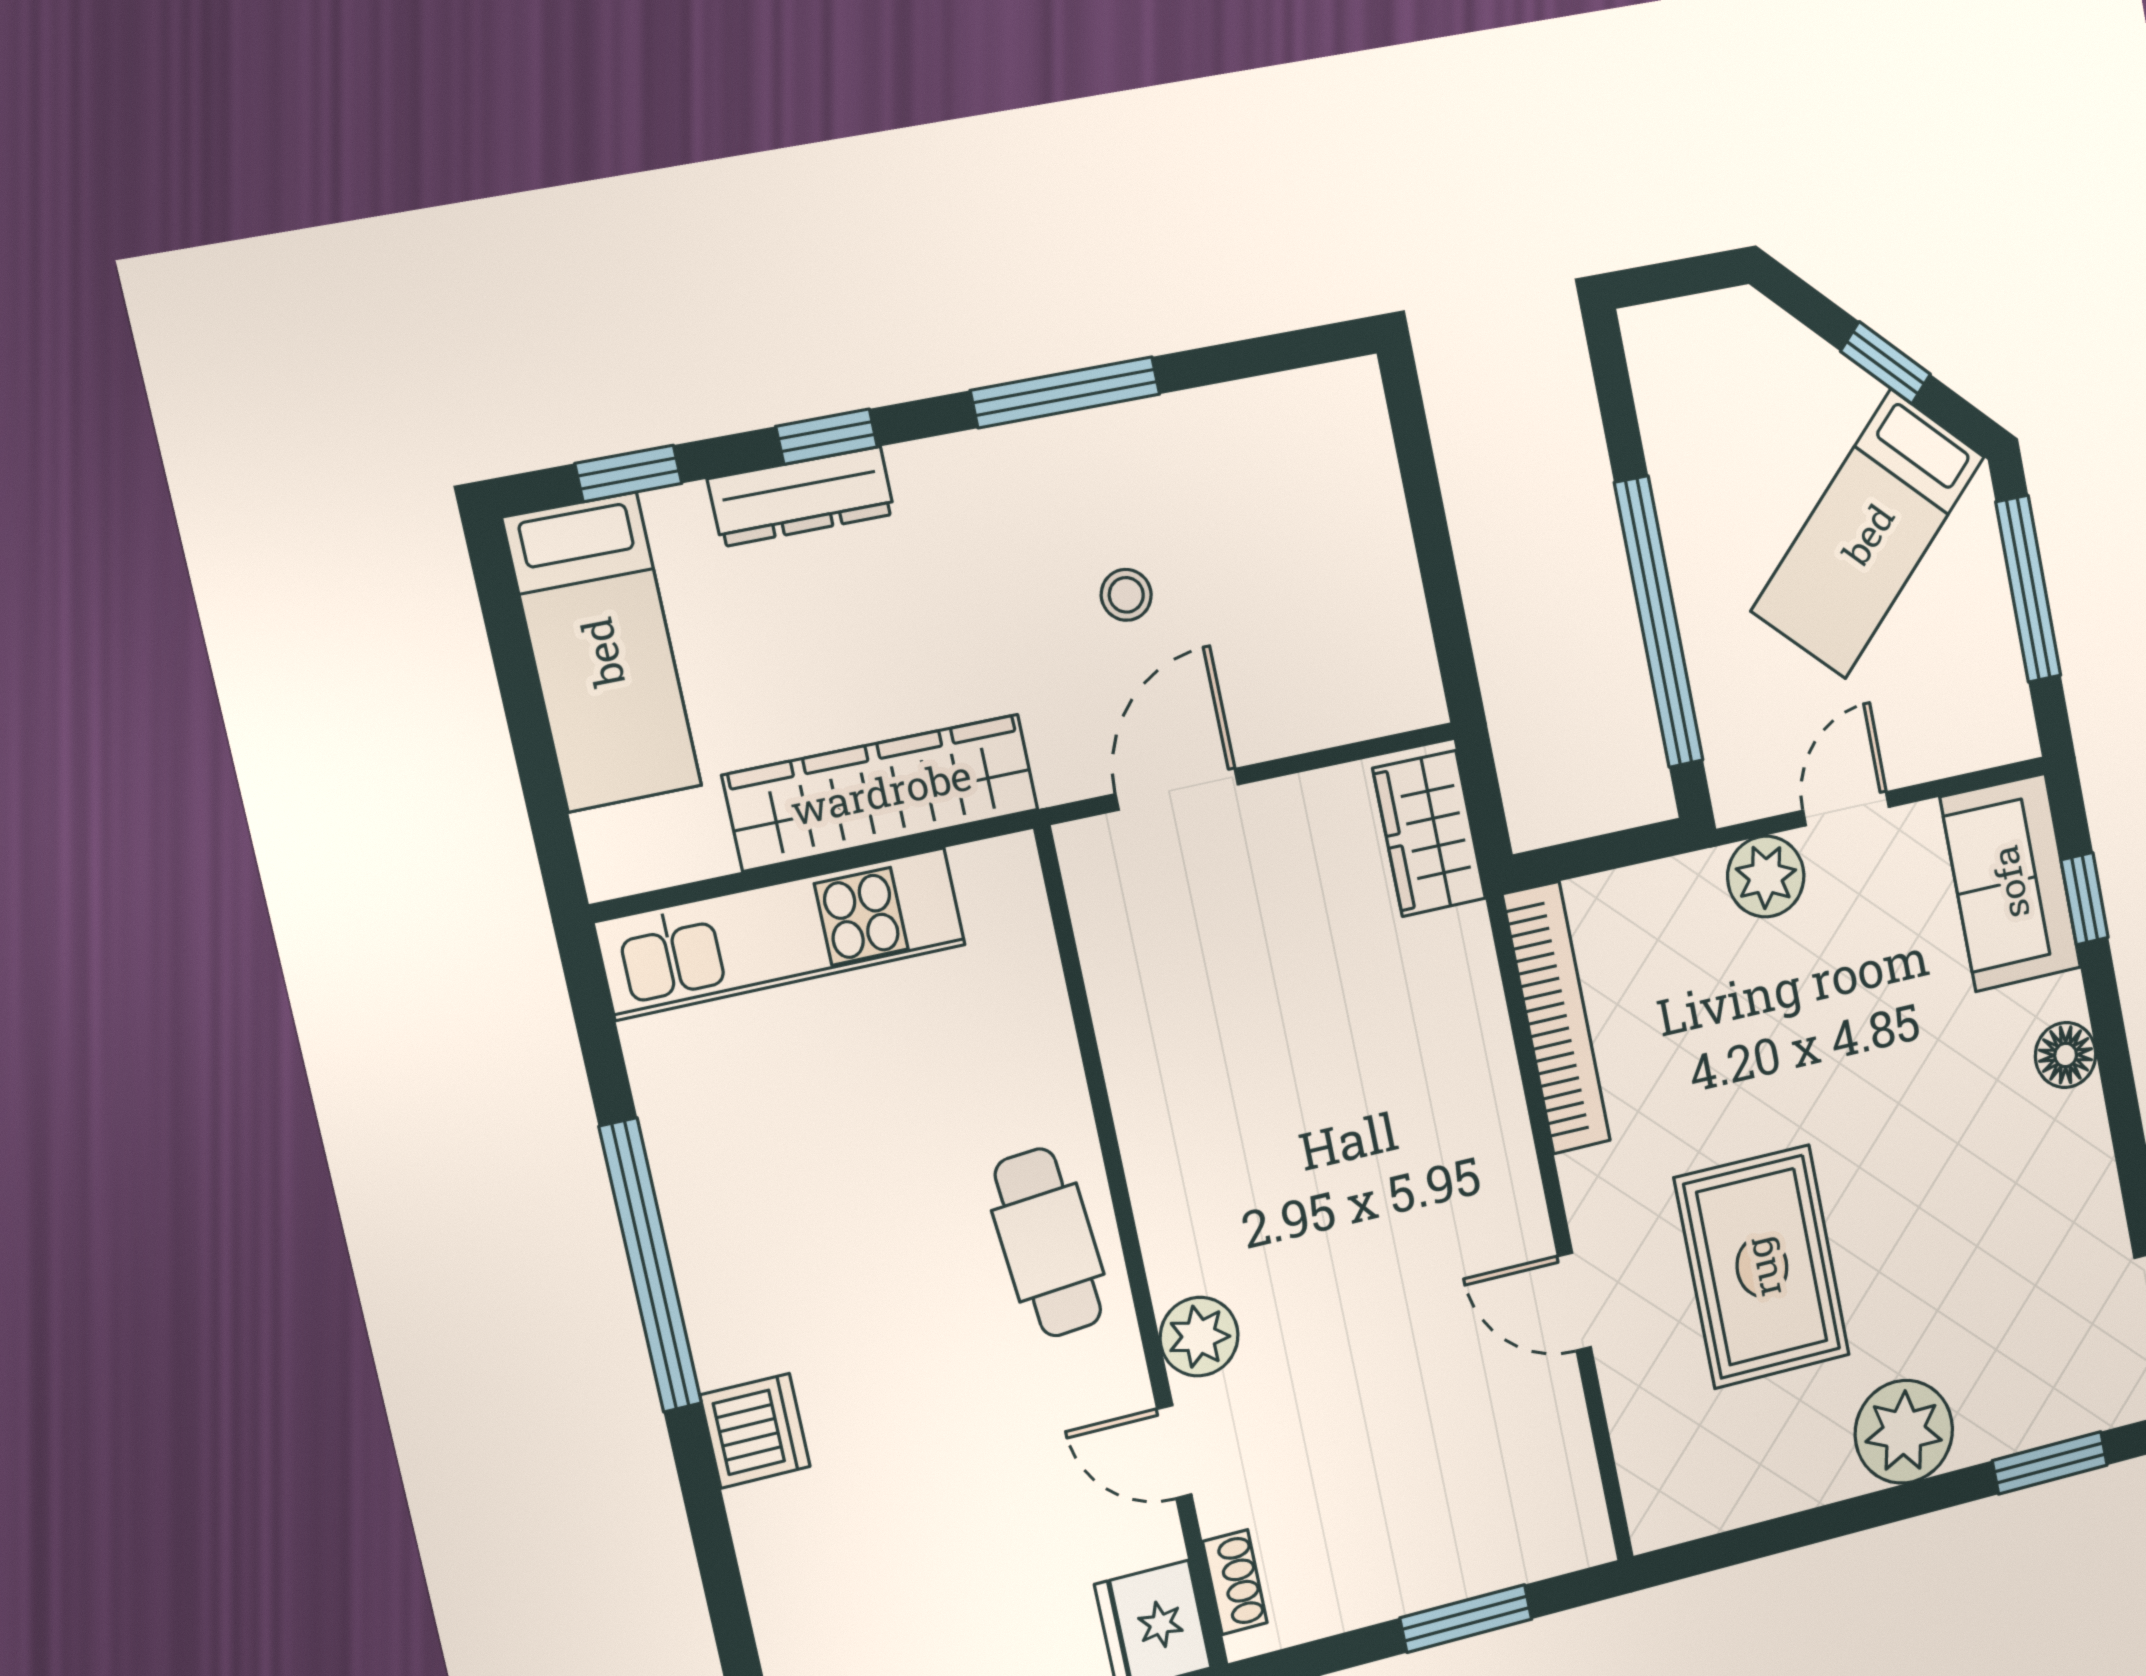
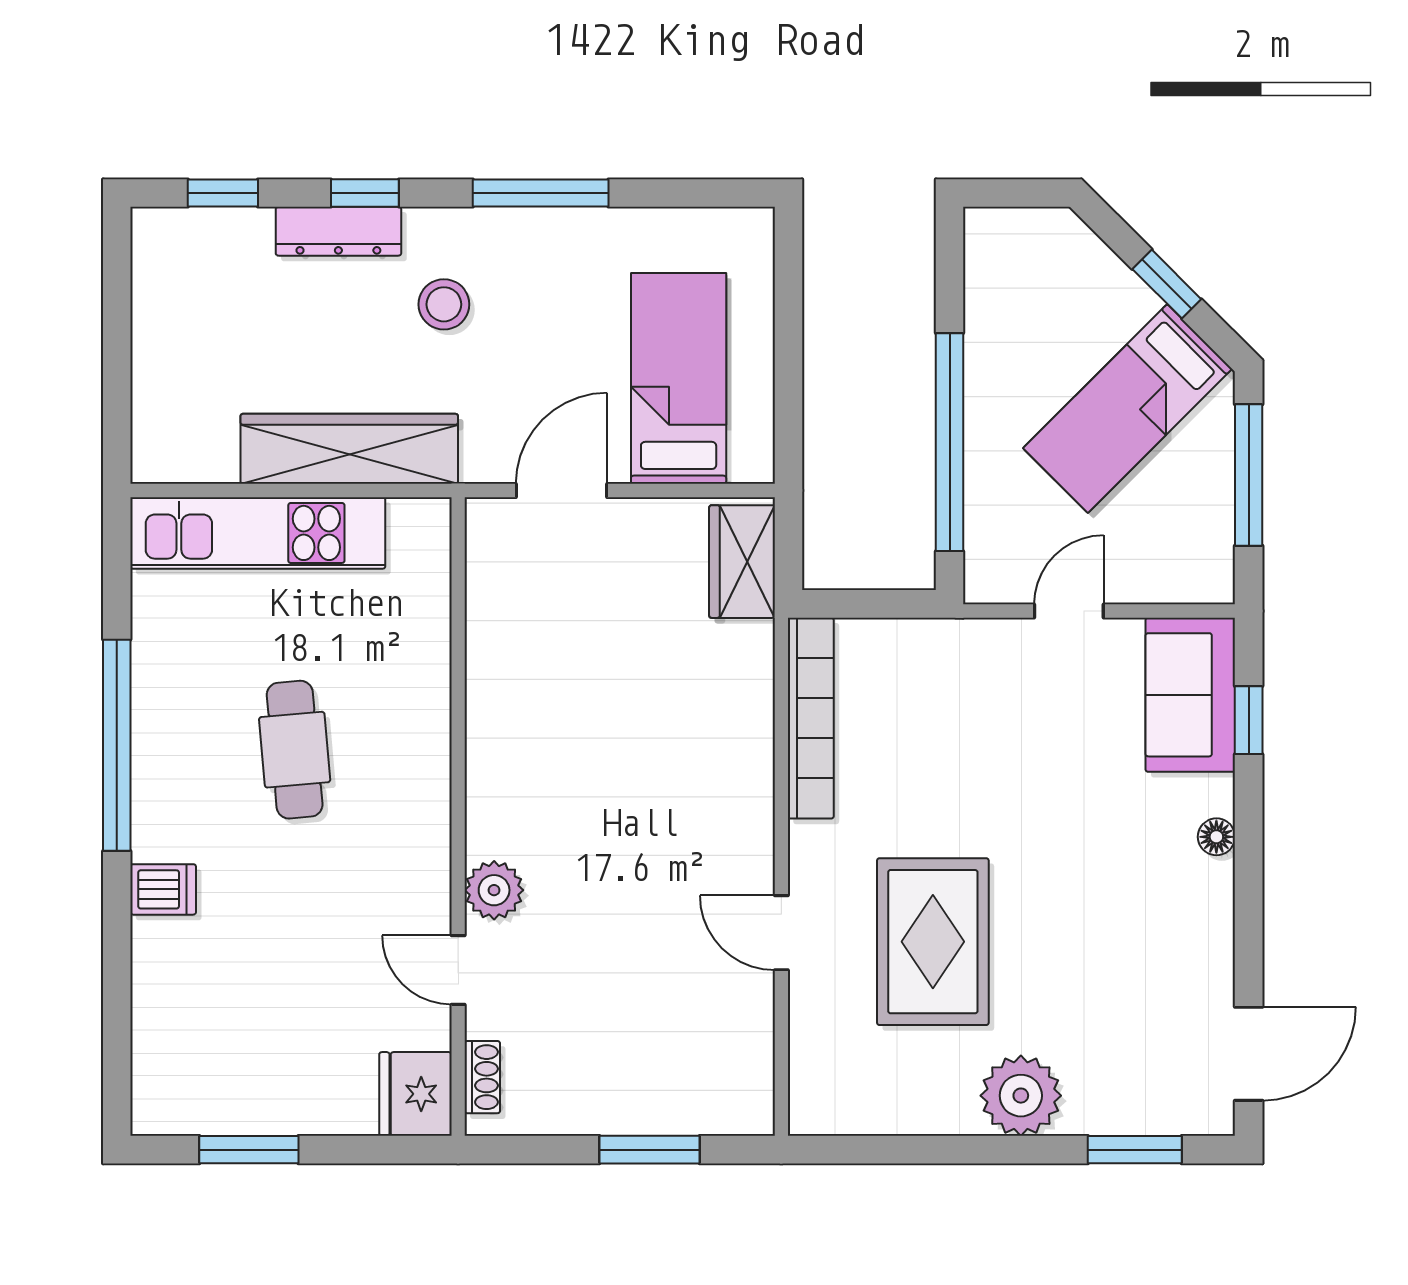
stool: (1126, 595) -> (444, 304), moved, width x1.37, depth x1.37
bed: (602, 652) -> (679, 378), moved, turned 180
plant: (1766, 877) -> (995, 648), removed
floor lamp: (2066, 1055) -> (1216, 837), width x0.73, depth x0.73
cafe table: (1048, 1242) -> (295, 750), moved
dishwasher: (755, 1431) -> (163, 889), width x0.73

